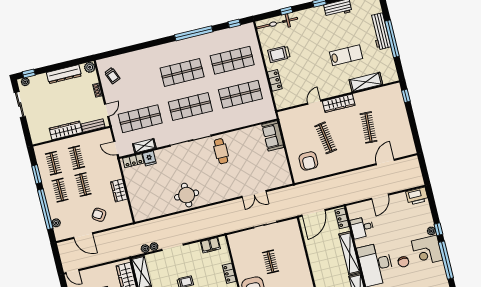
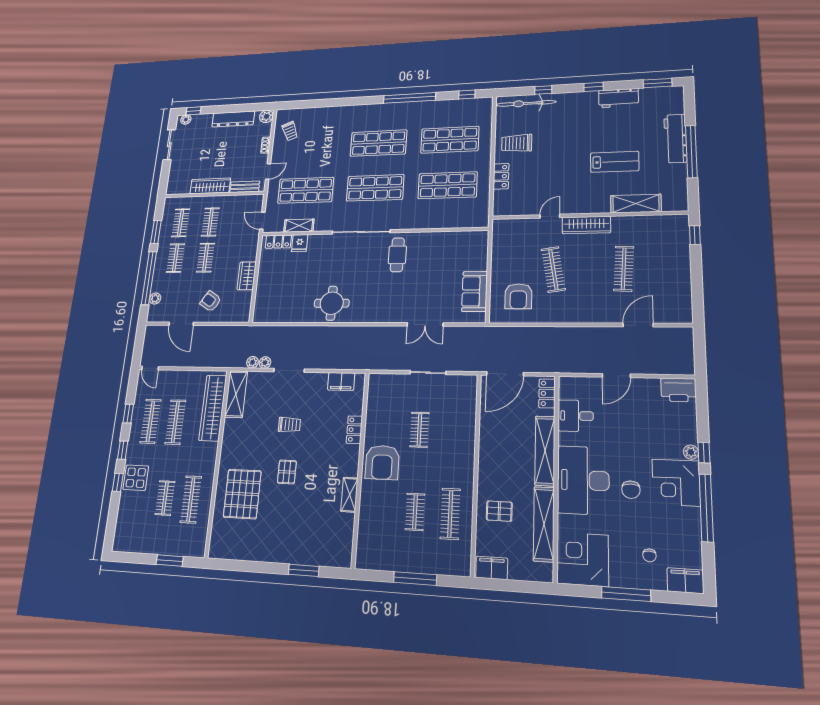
sofa: (273, 136) -> (475, 291), moved

